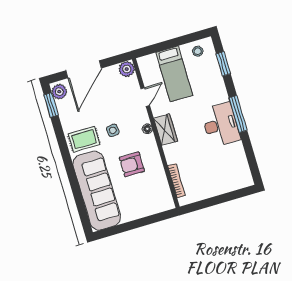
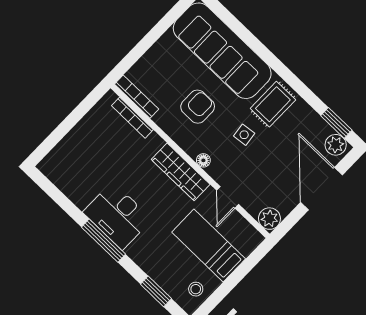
wardrobe: (166, 130) -> (181, 172), width x1.50
bookcase: (166, 192) -> (137, 97), added

